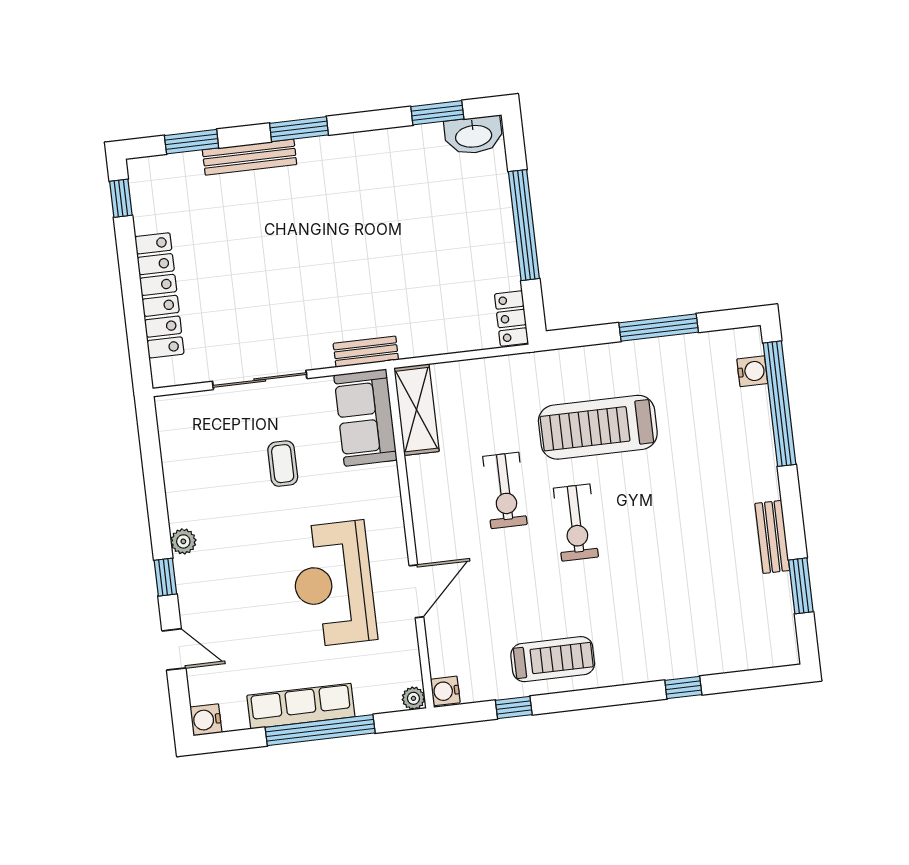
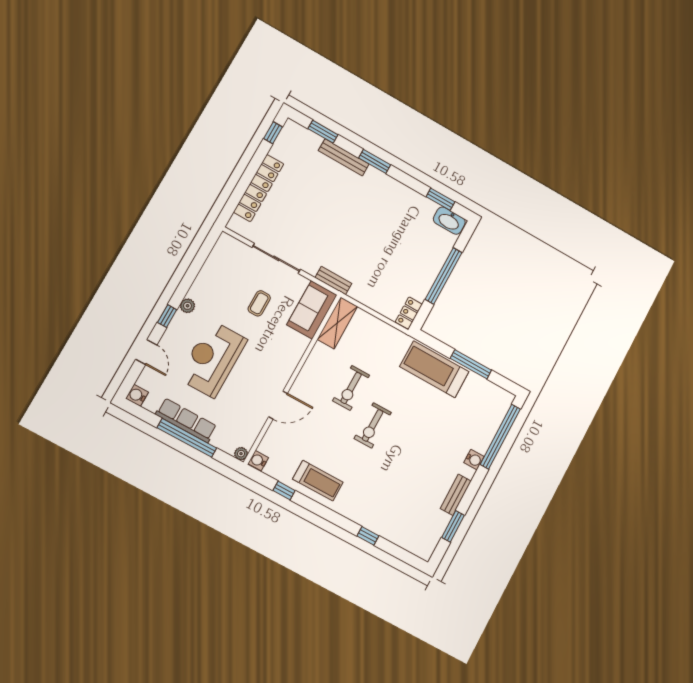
water cooler: (752, 371) -> (474, 460), moved
treadmill: (598, 427) -> (434, 369), moved
reception desk: (333, 584) -> (212, 359), moved

